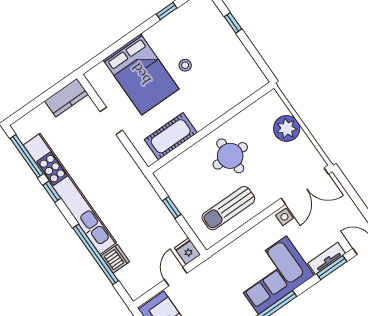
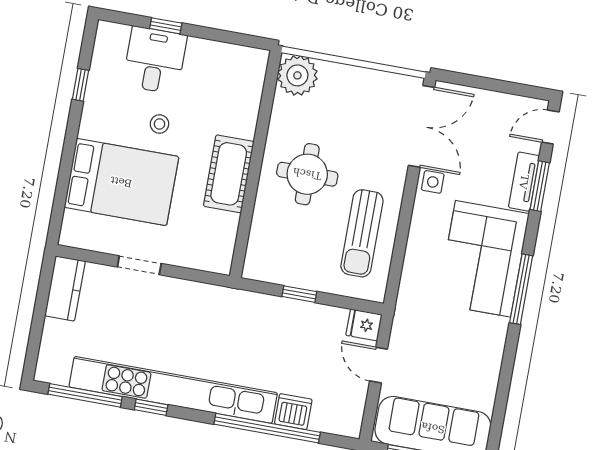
desk: (212, 34) -> (155, 60), added
plant: (287, 128) -> (297, 75), moved
cot: (171, 136) -> (229, 174), moved

